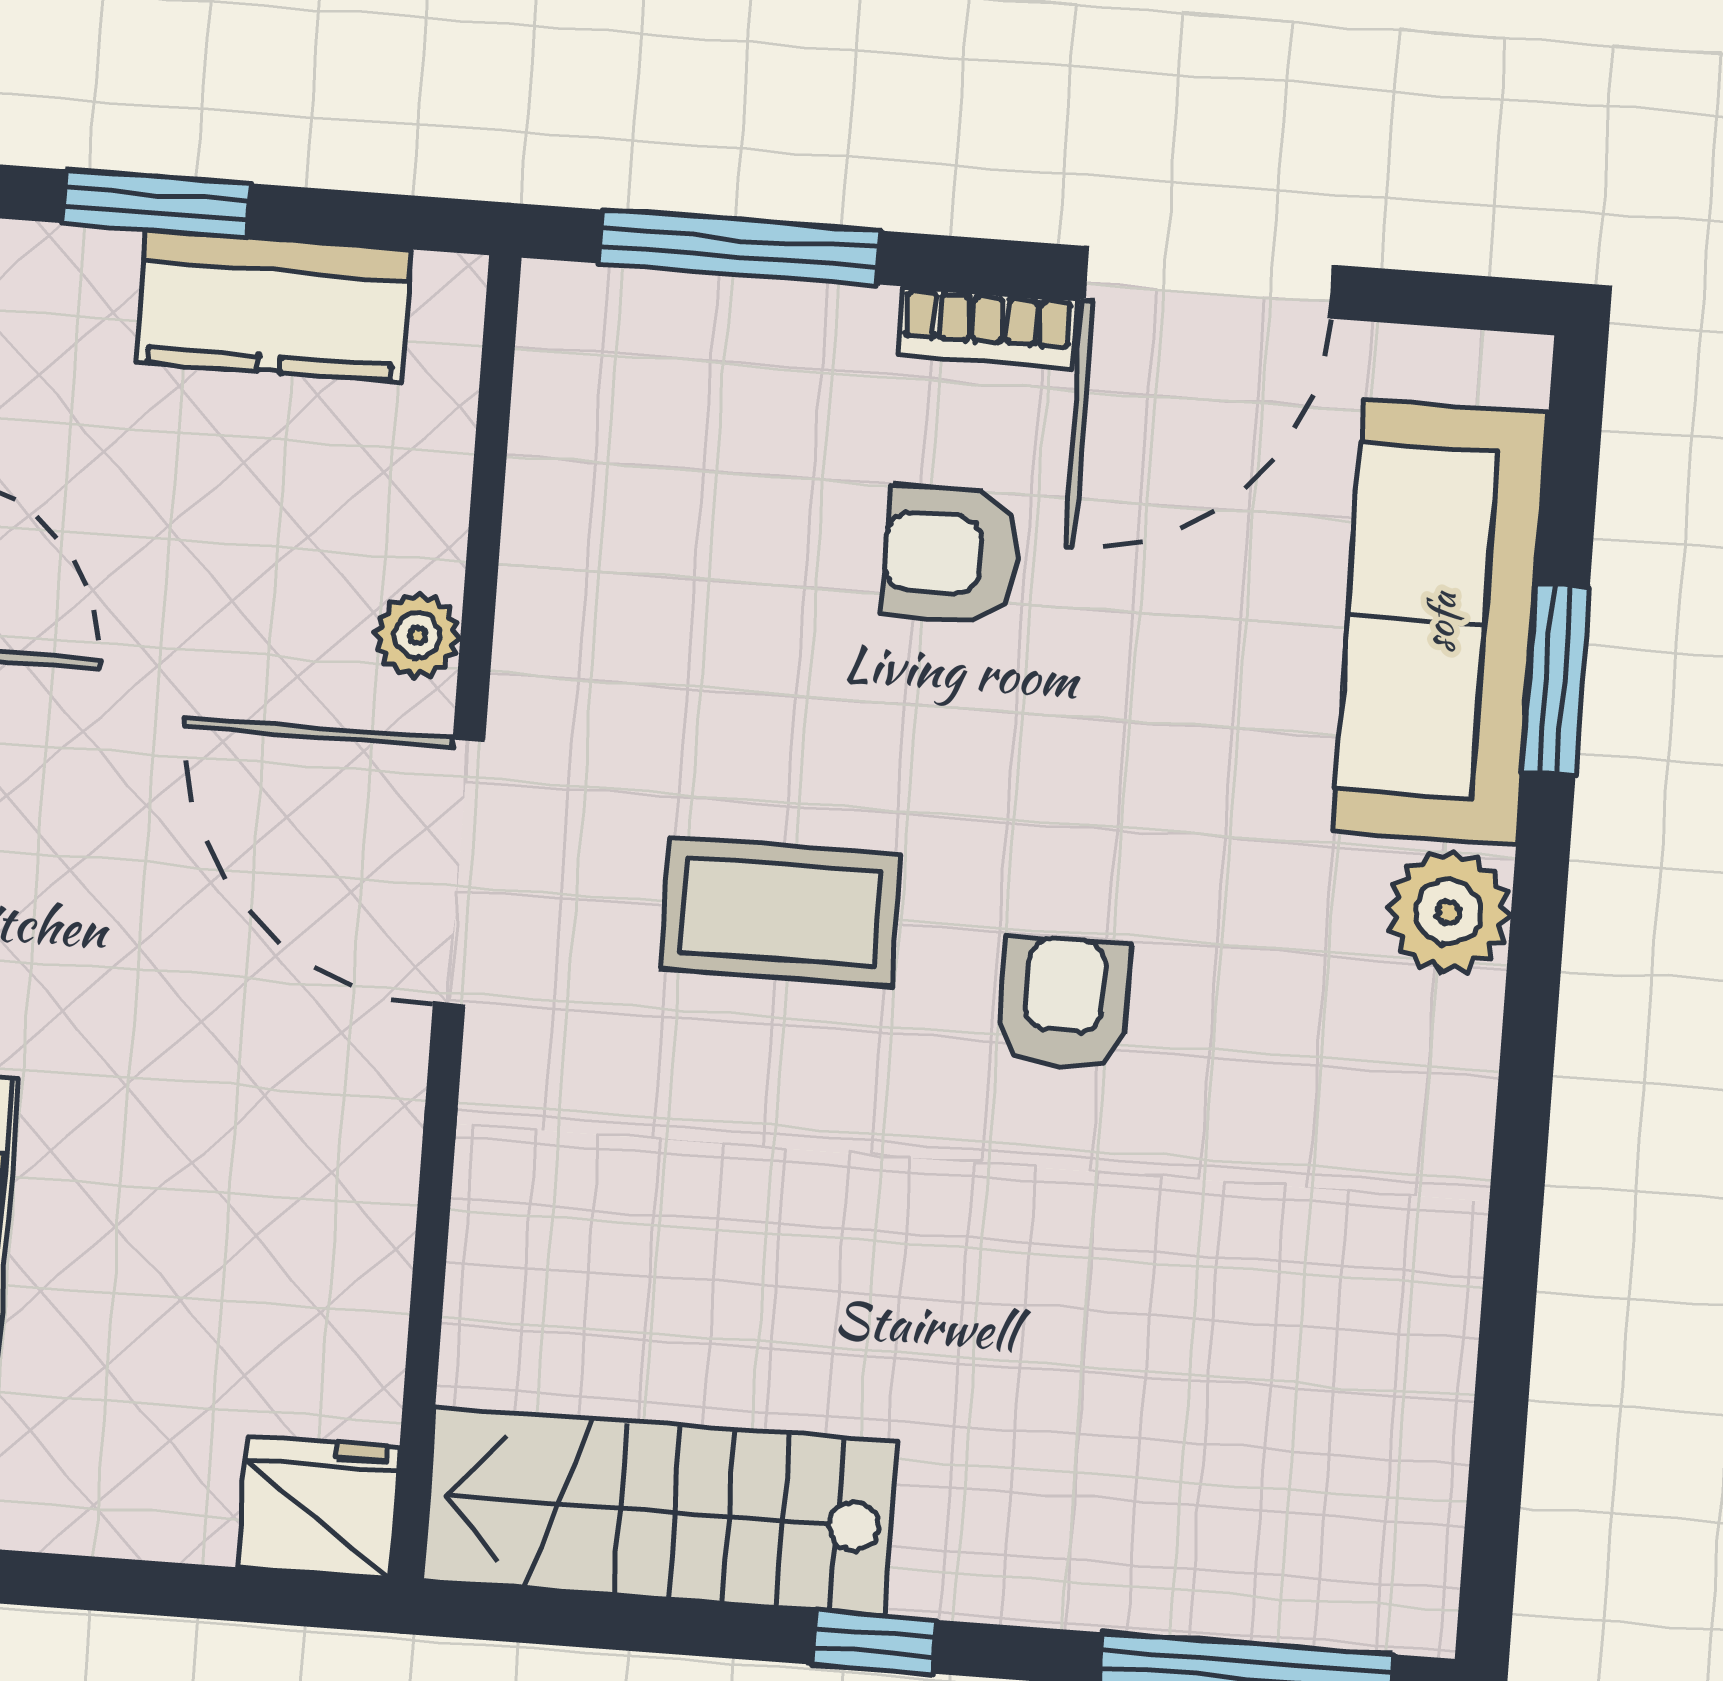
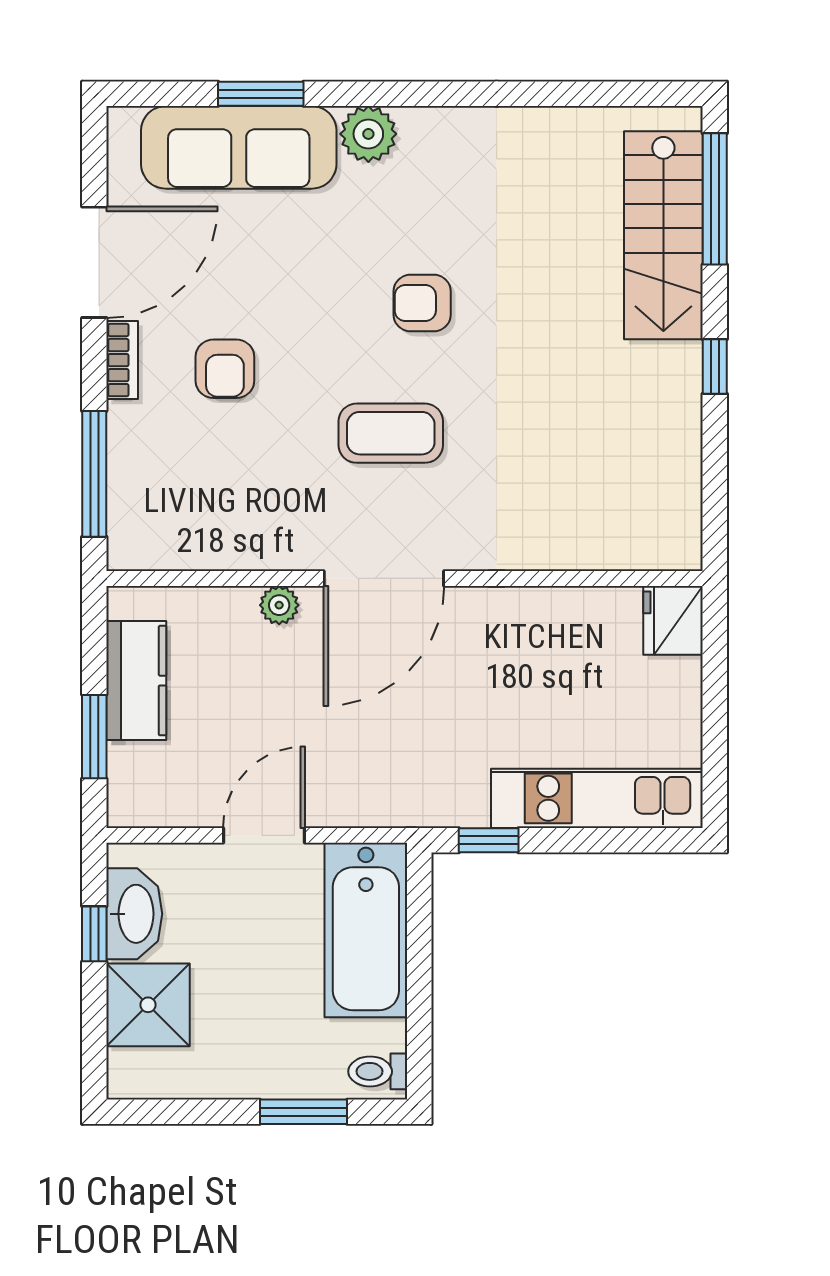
door: (1209, 282) -> (94, 262), hinge flipped
coffee table: (780, 912) -> (391, 433), turned 90
stairs: (660, 1511) -> (663, 235), moved

